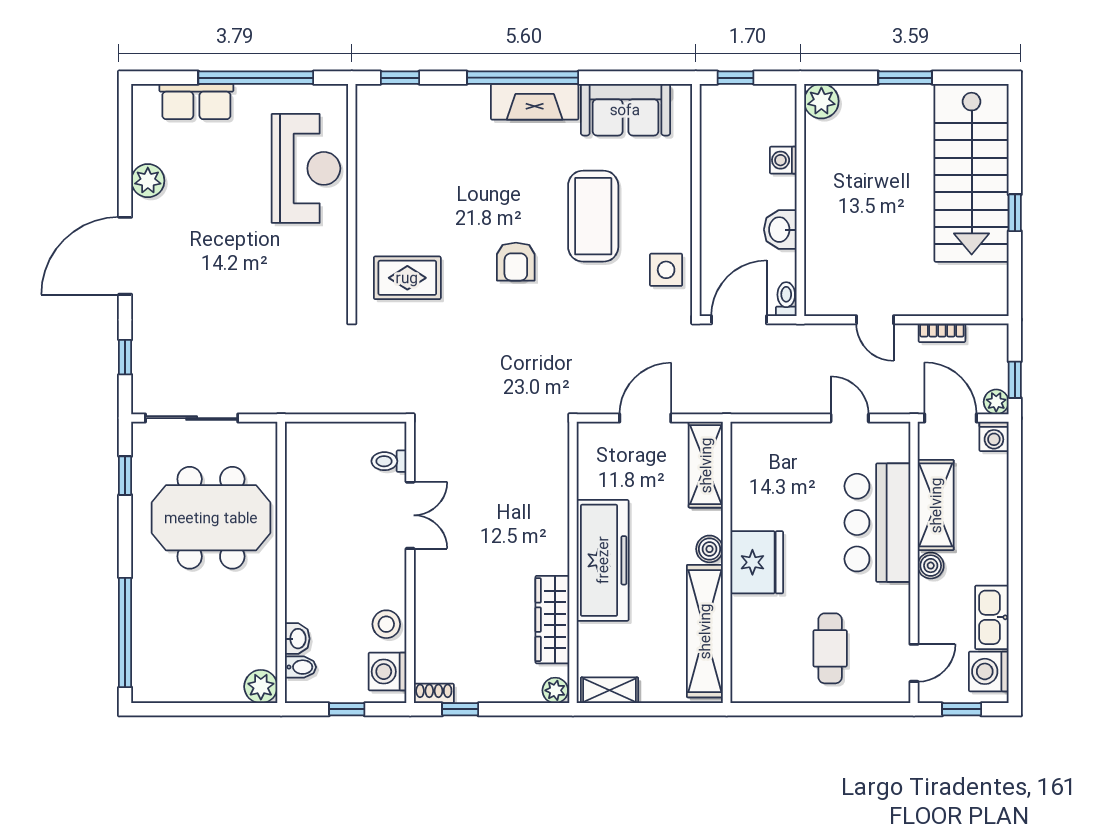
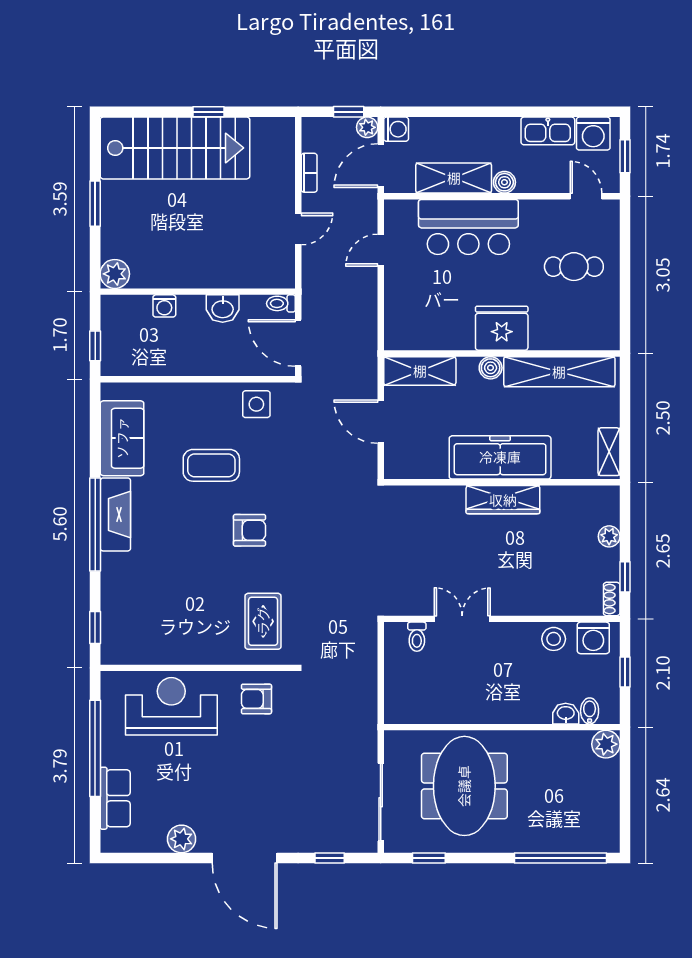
coffee table: (593, 216) -> (211, 465), width x0.73, depth x0.76
armchair: (315, 270) -> (256, 699), added
wardrobe: (552, 620) -> (503, 500), moved
plant: (555, 690) -> (609, 536), moved

